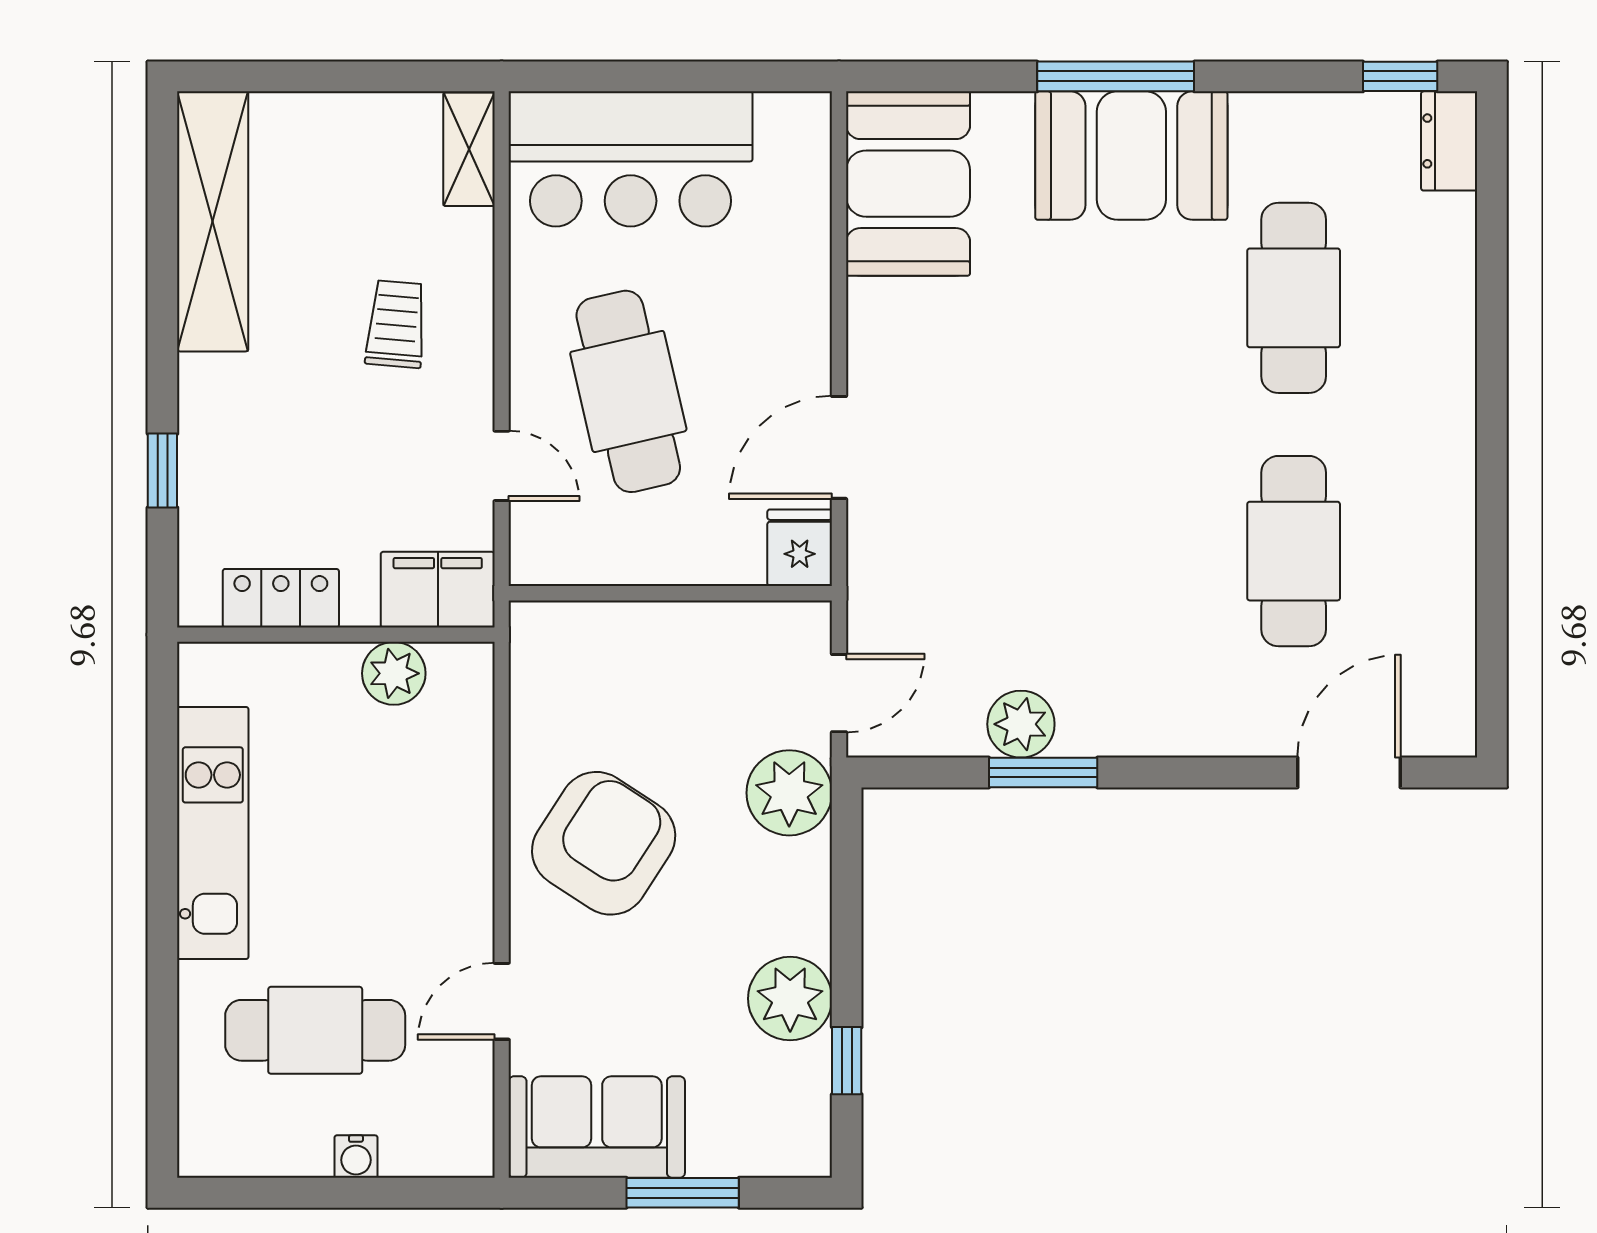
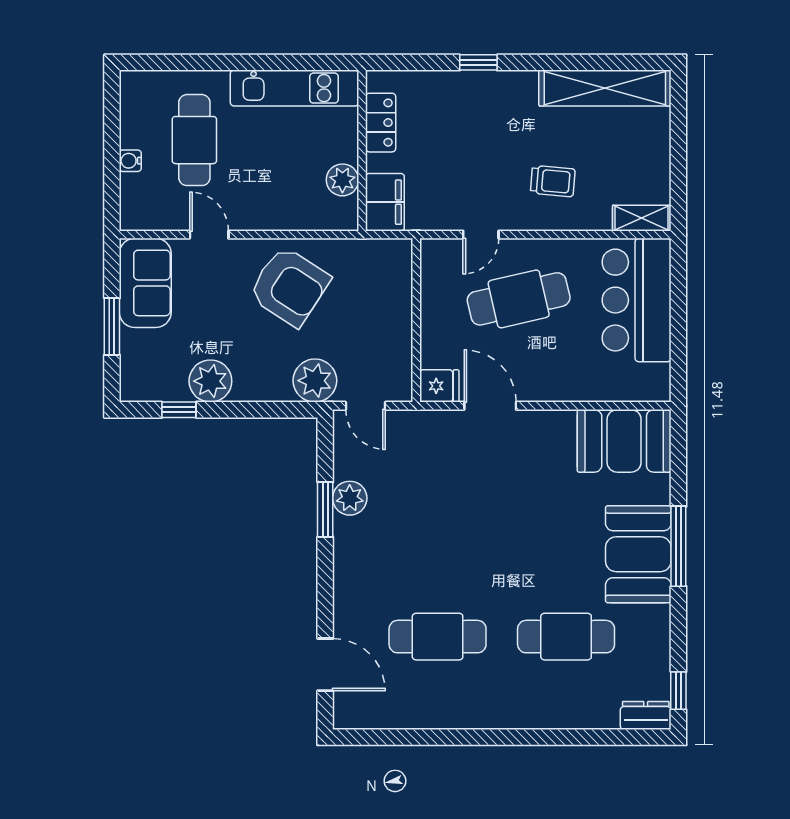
filing cabinet: (438, 590) -> (385, 202), moved
locker: (281, 598) -> (381, 123), moved
wall: (336, 635) -> (362, 151), moved
plant: (394, 673) -> (342, 180), moved

